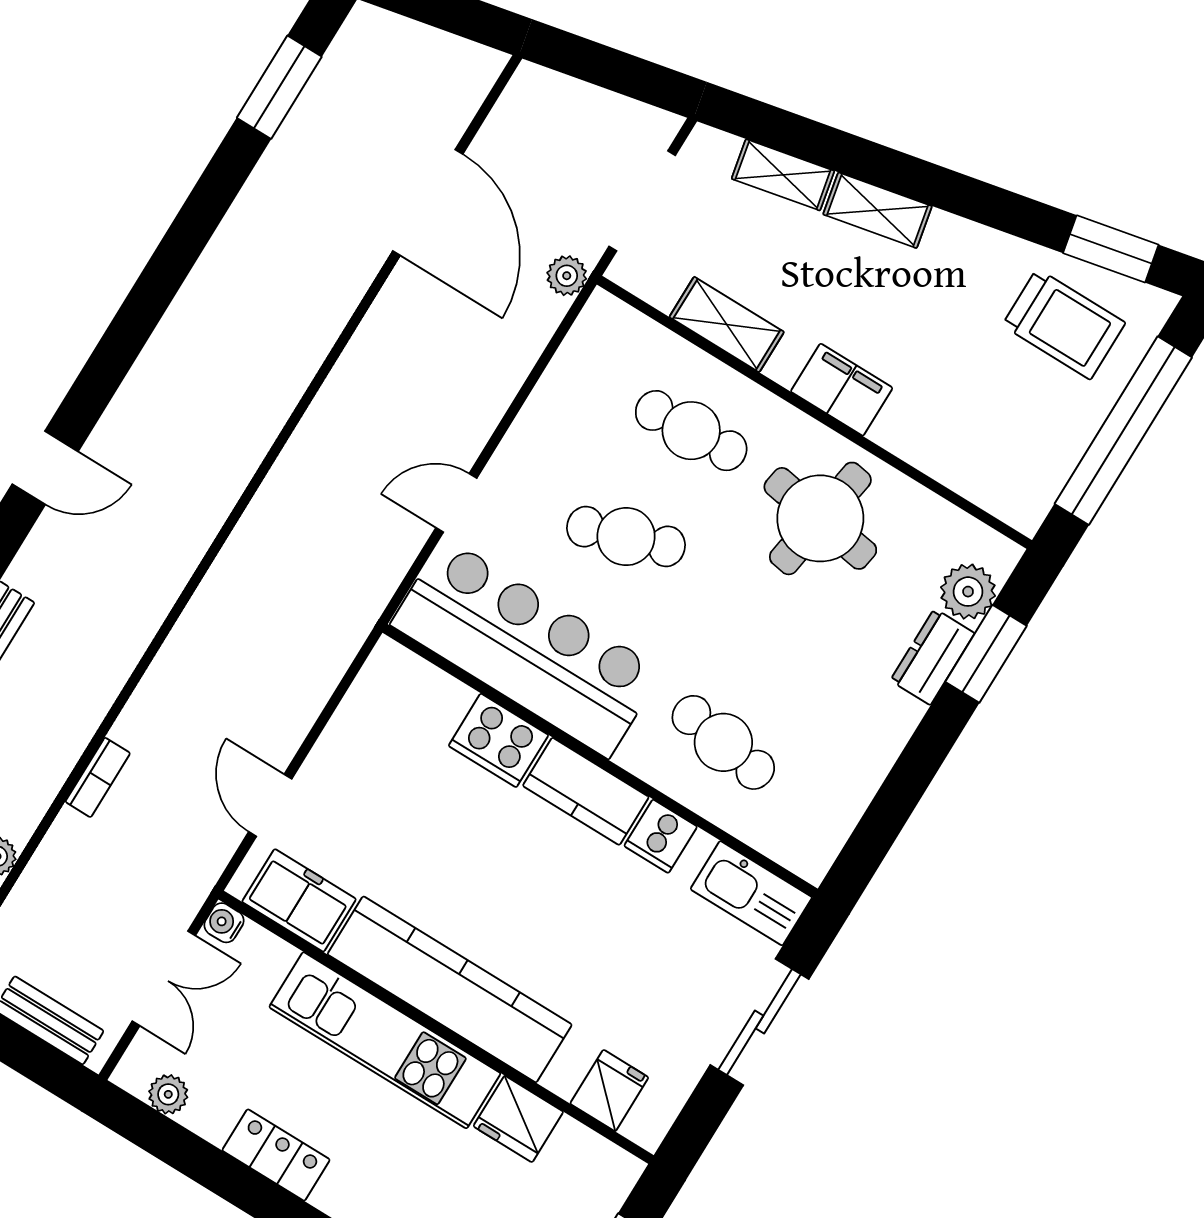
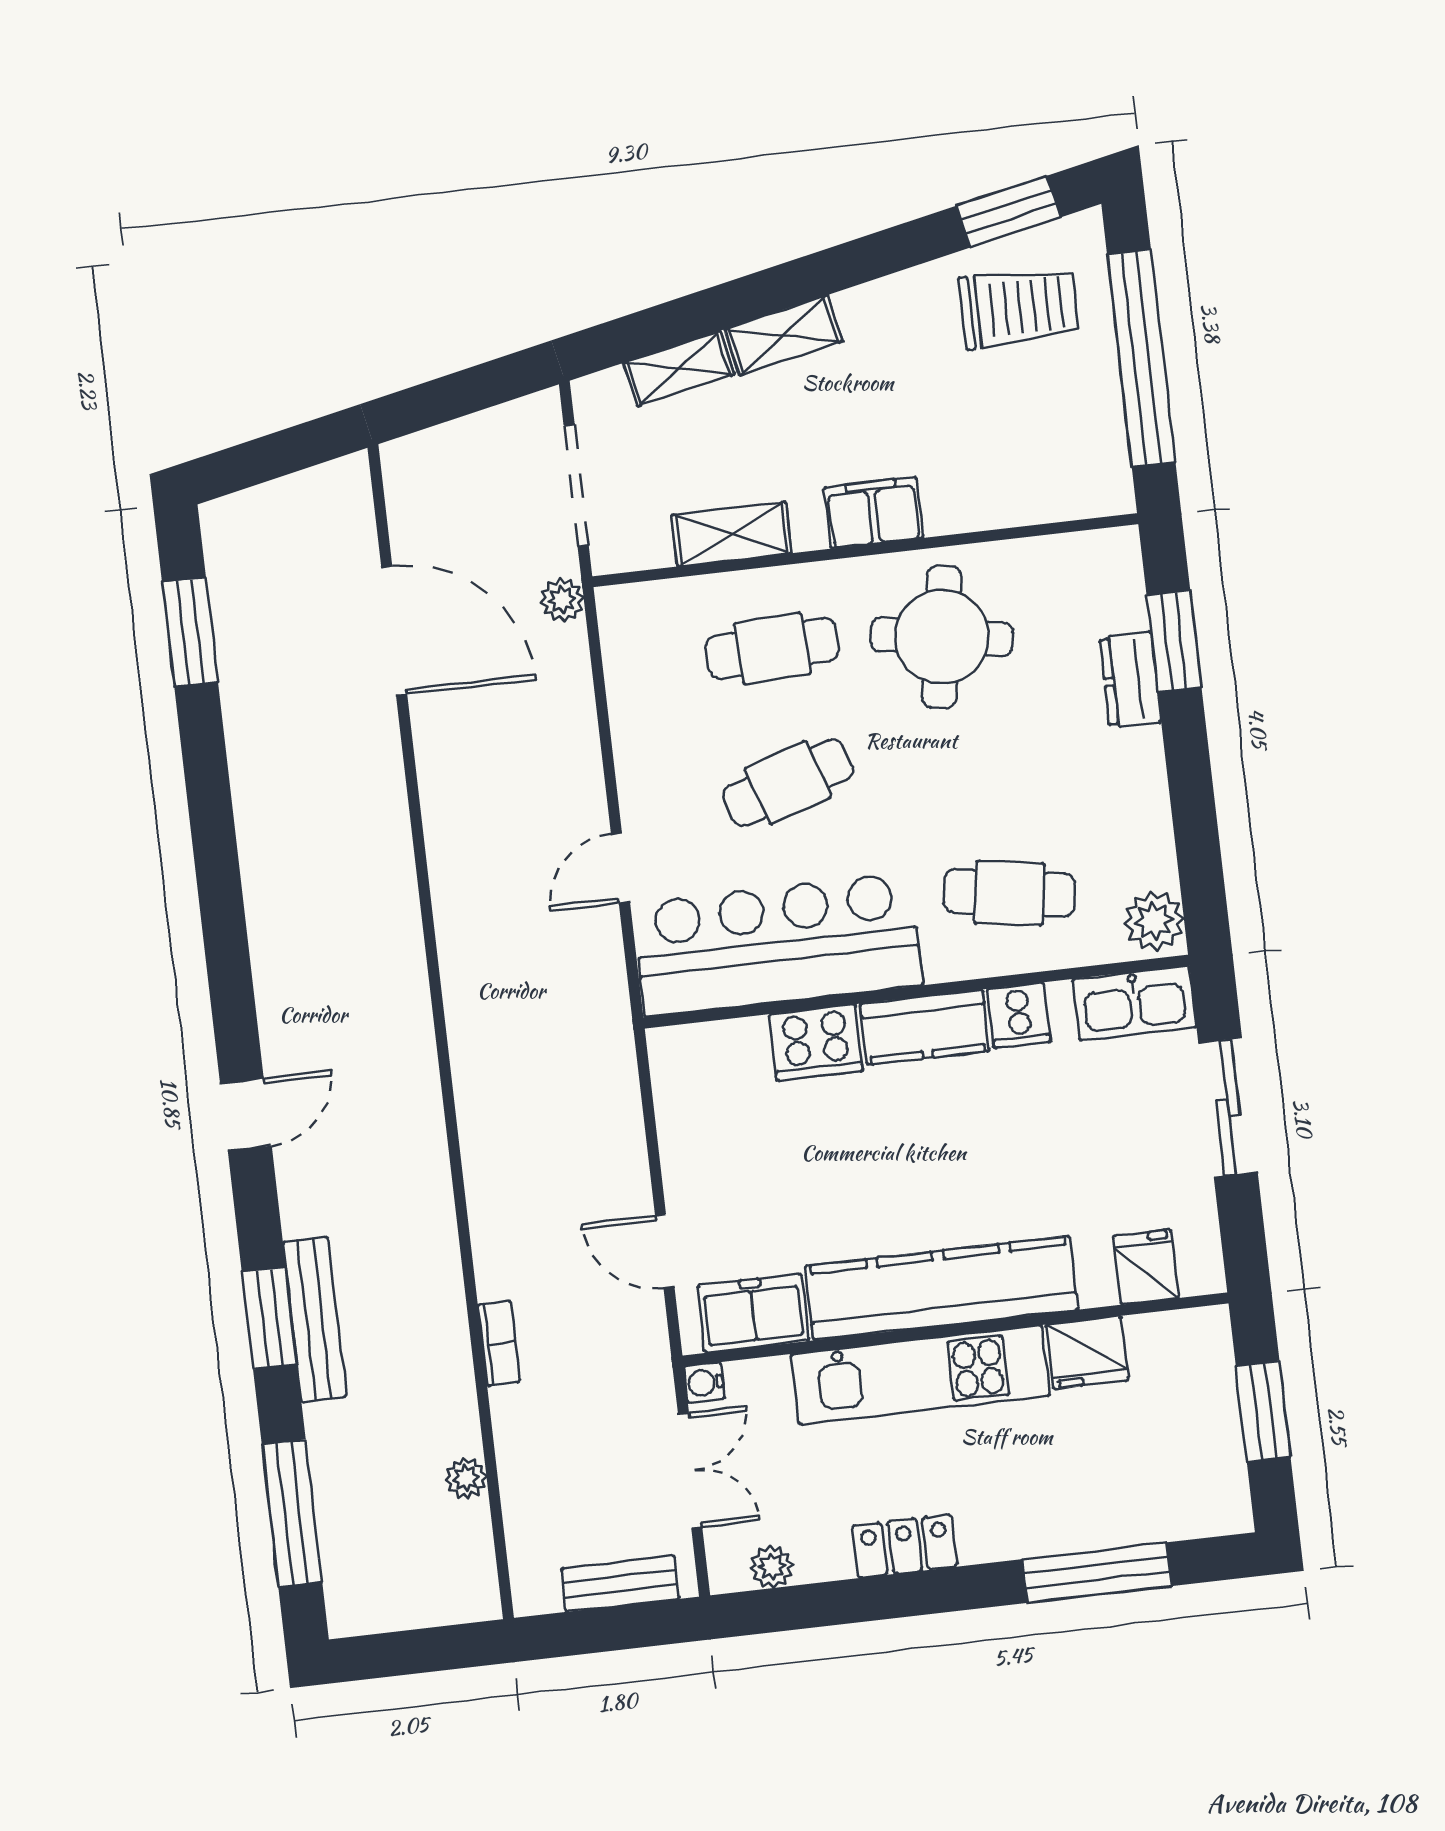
plant: (968, 592) -> (1154, 921), moved

